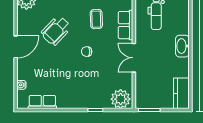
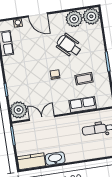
plant: (26, 20) -> (74, 19), added
washbasin: (182, 46) -> (55, 159), moved
door: (16, 47) -> (38, 15), moved
double door: (134, 58) -> (42, 118), moved

